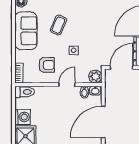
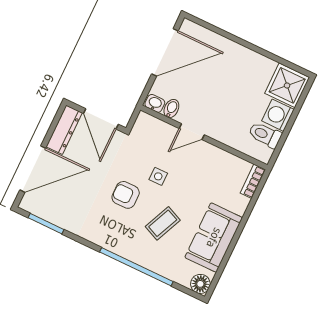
armchair: (47, 65) -> (126, 195), moved
door: (121, 67) -> (101, 119), hinge flipped
plant: (95, 77) -> (145, 124), removed
toilet: (25, 92) -> (265, 135), moved

